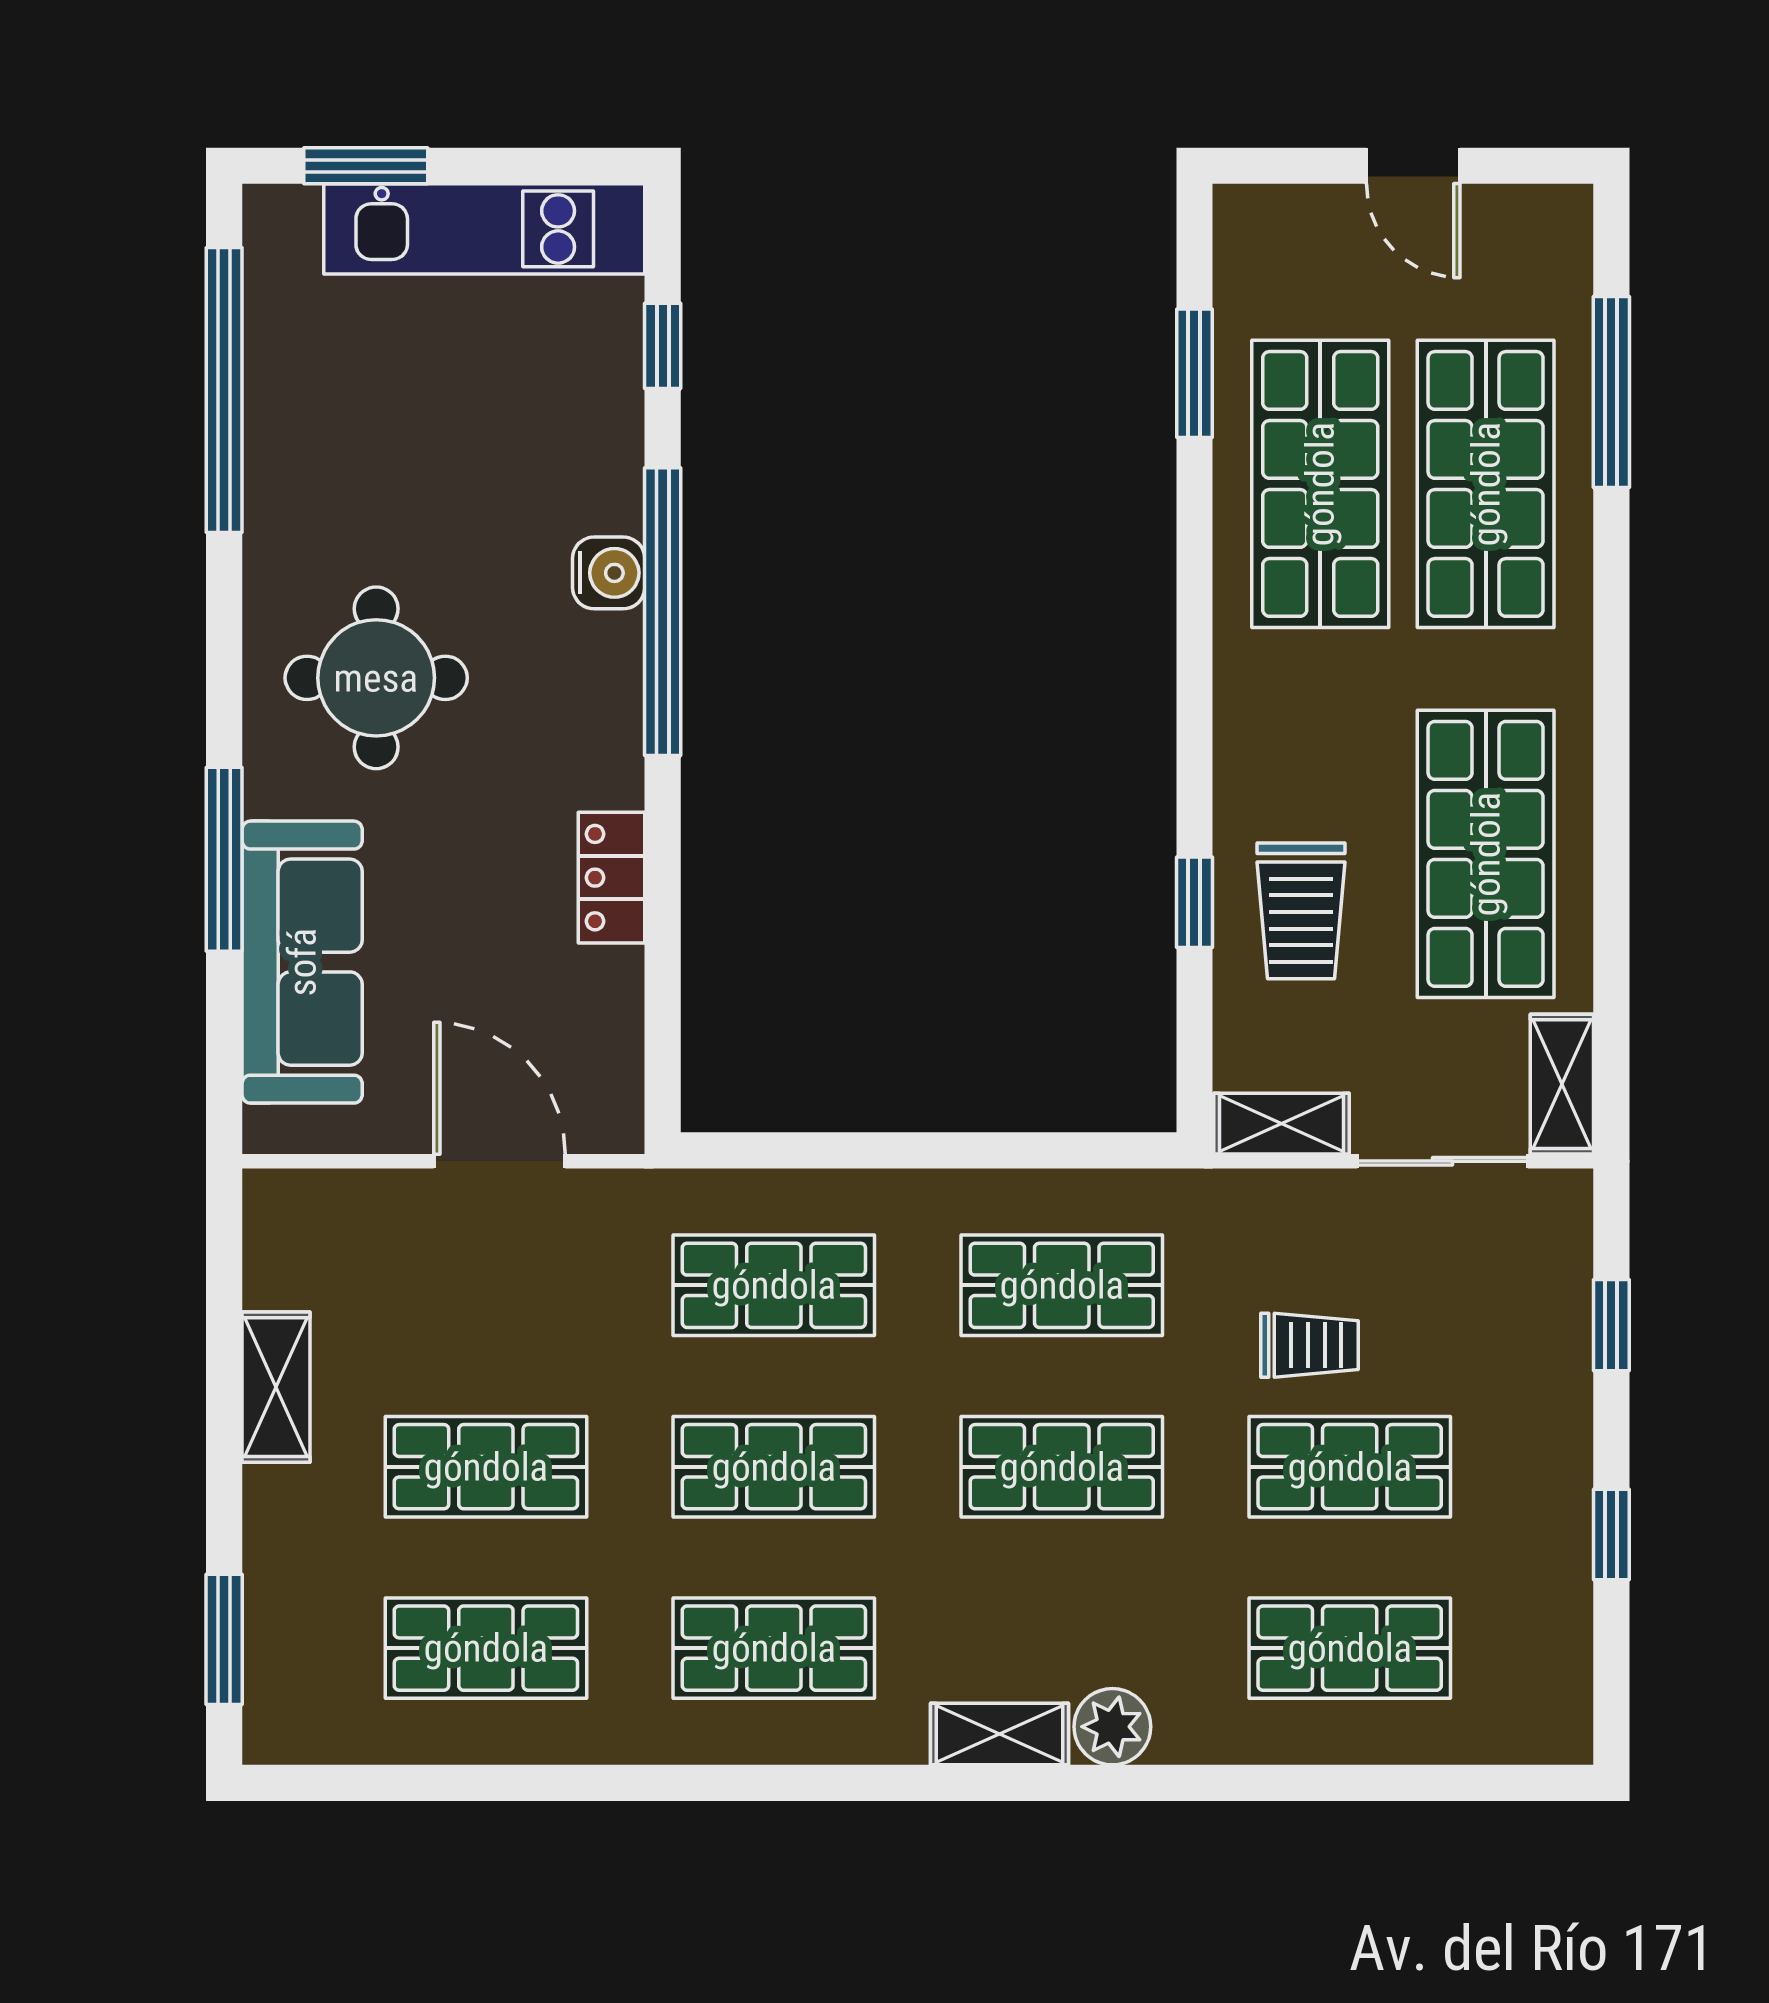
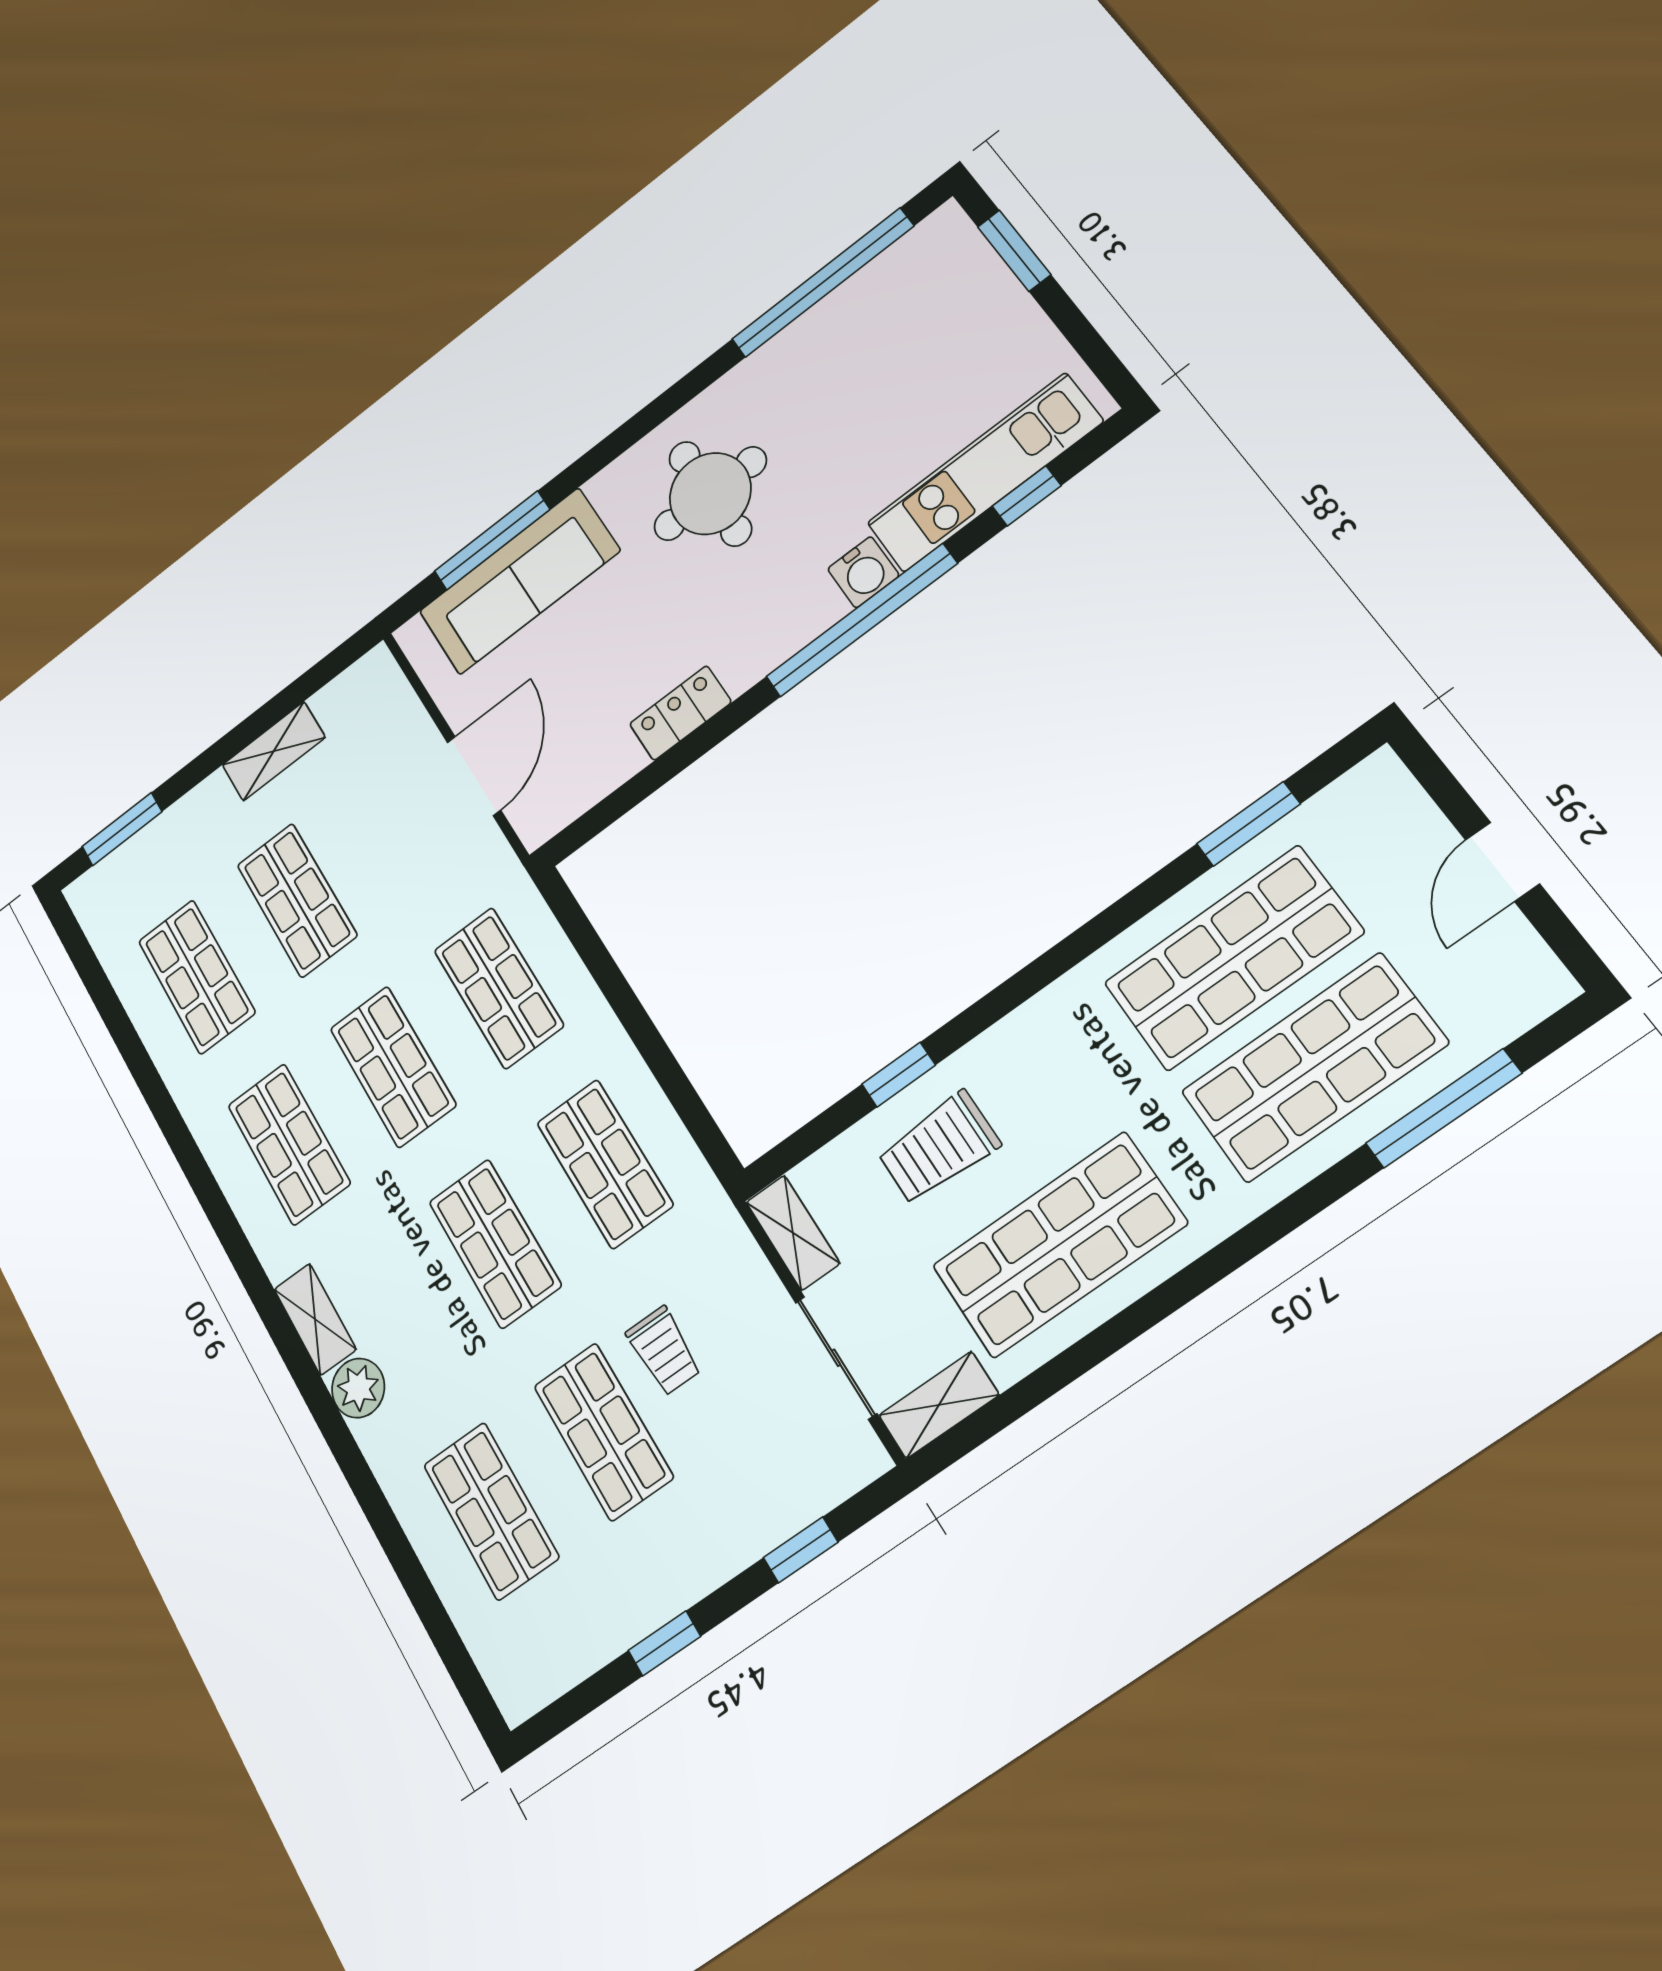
kitchen unit: (484, 229) -> (984, 473), moved, turned 90
window: (224, 859) -> (492, 540), moved

